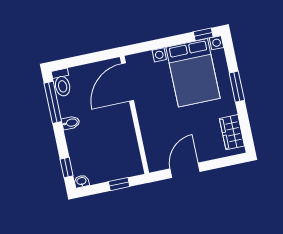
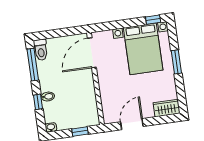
bidet: (71, 123) -> (48, 97), moved
wardrobe: (232, 132) -> (167, 108), moved, turned 90
window: (67, 168) -> (38, 102), moved

